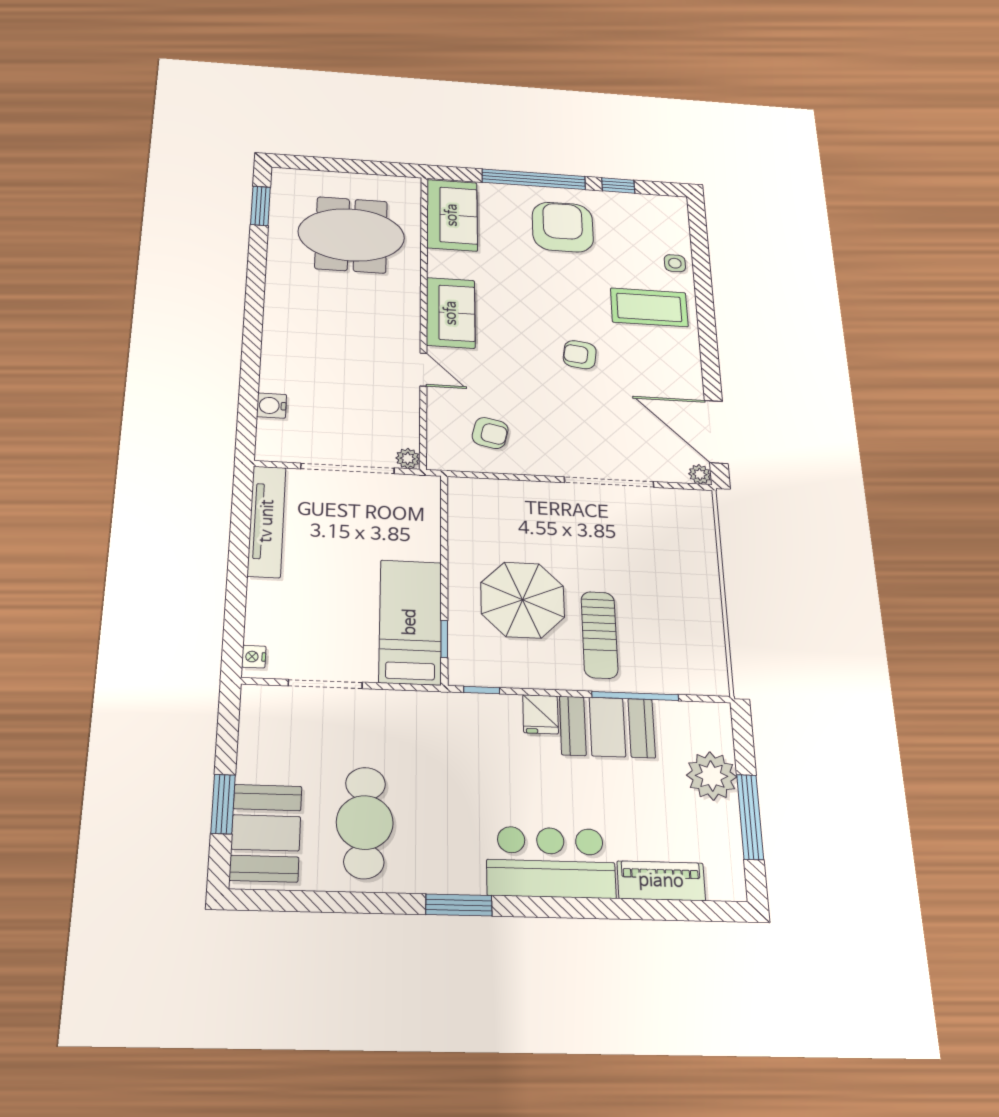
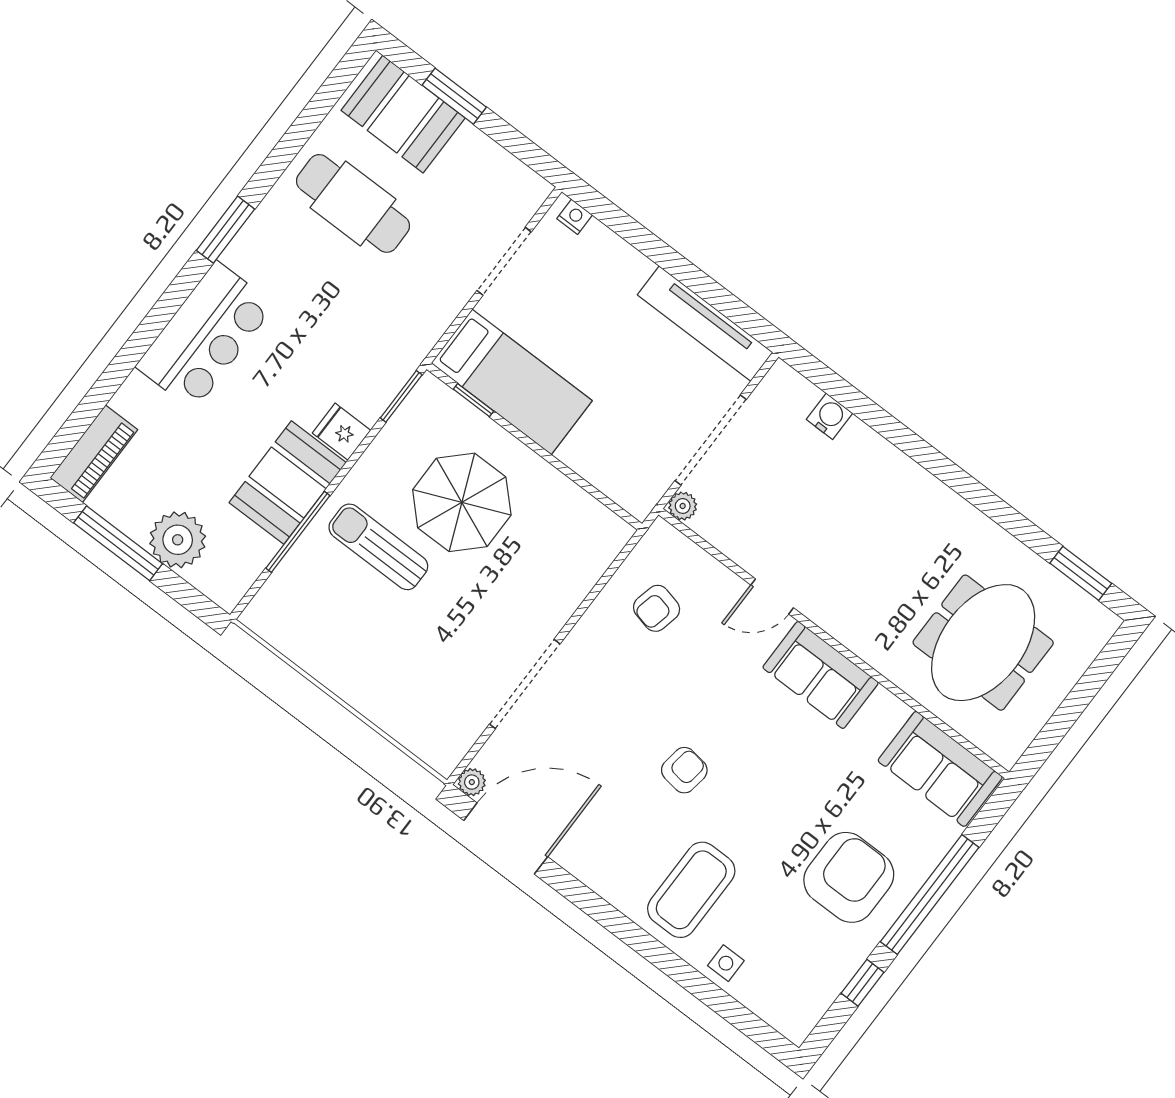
armchair: (563, 227) -> (849, 877), turned -90
window: (482, 690) -> (401, 396), width x1.50
piano: (661, 881) -> (94, 454), moved

